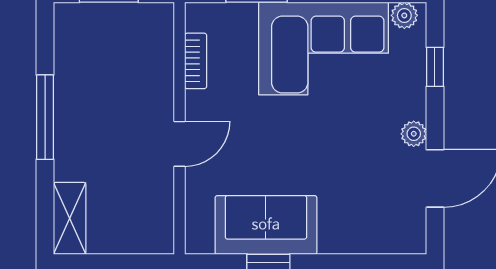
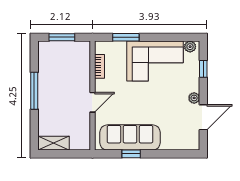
shelving: (70, 218) -> (53, 143), moved, turned 90
sofa: (266, 225) -> (130, 137), width x1.36

